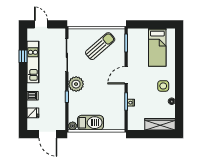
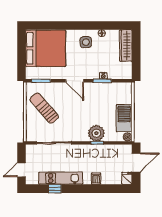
bed: (157, 47) -> (46, 48), width x2.04
plant: (76, 84) -> (96, 133), moved
fridge: (33, 113) -> (127, 178), moved

